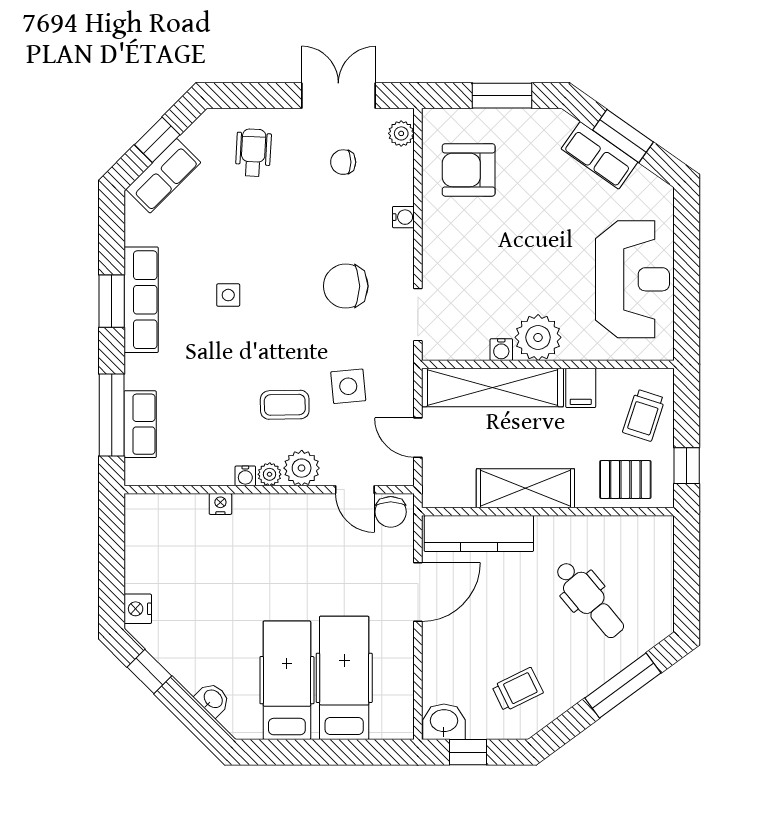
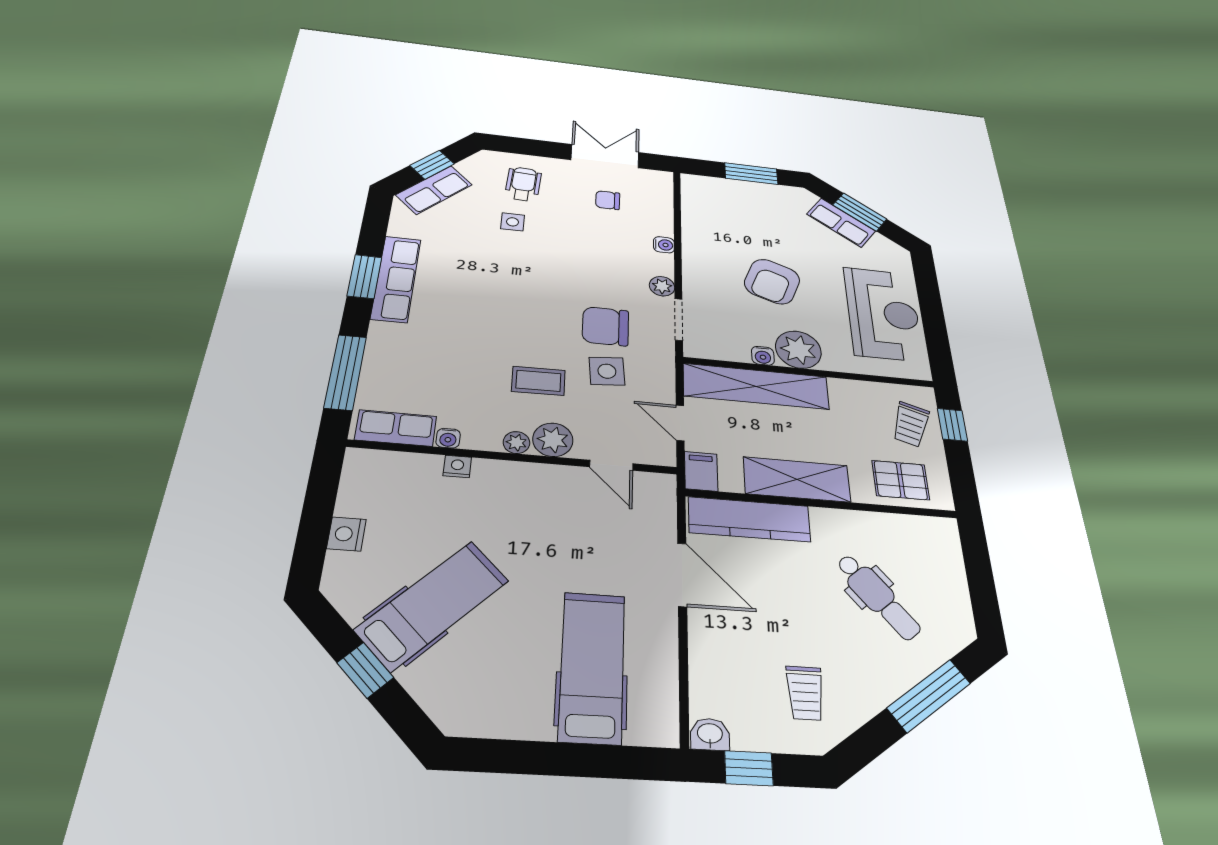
plant: (401, 133) -> (662, 286), moved
armchair: (469, 170) -> (772, 282), moved, turned -69
chair: (346, 286) -> (605, 326), moved
side table: (228, 295) -> (513, 222), moved
filing cabinet: (581, 388) -> (701, 471), moved, turned 180
row of seats: (140, 424) -> (396, 428), moved, turned -90
window: (687, 466) -> (952, 425), moved
water cooler: (245, 476) -> (448, 438), moved
chair: (391, 512) -> (651, 490), removed
door: (418, 592) -> (682, 575), hinge flipped
nightstand: (138, 609) -> (346, 534), moved
window: (149, 672) -> (365, 670), moved
hospital bed: (287, 680) -> (433, 605), moved, turned 45
trolley: (518, 689) -> (805, 693), turned 116
washbasin: (213, 699) -> (421, 683), removed
washbasin: (444, 722) -> (710, 734), width x0.72, depth x0.69

